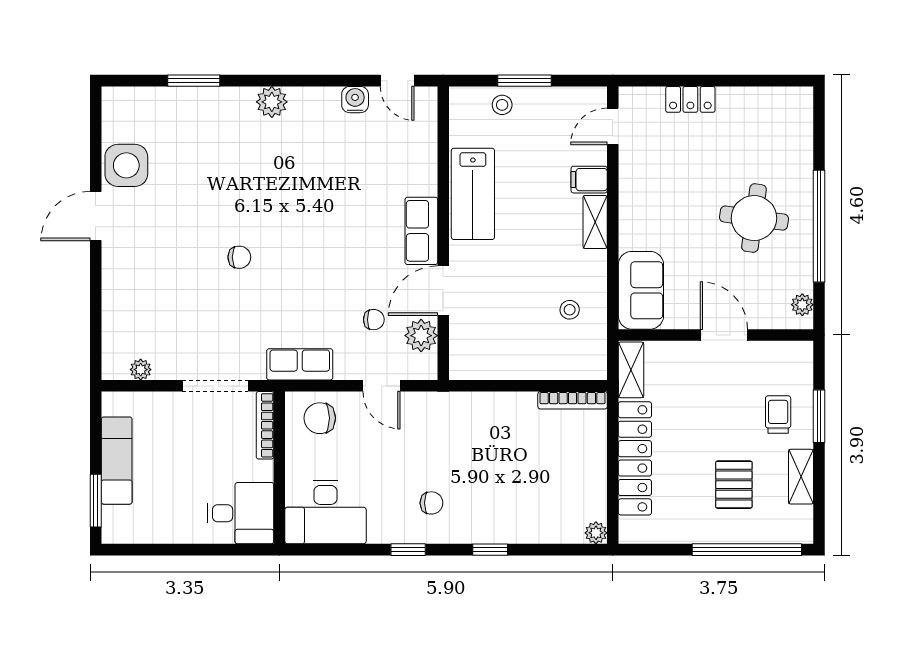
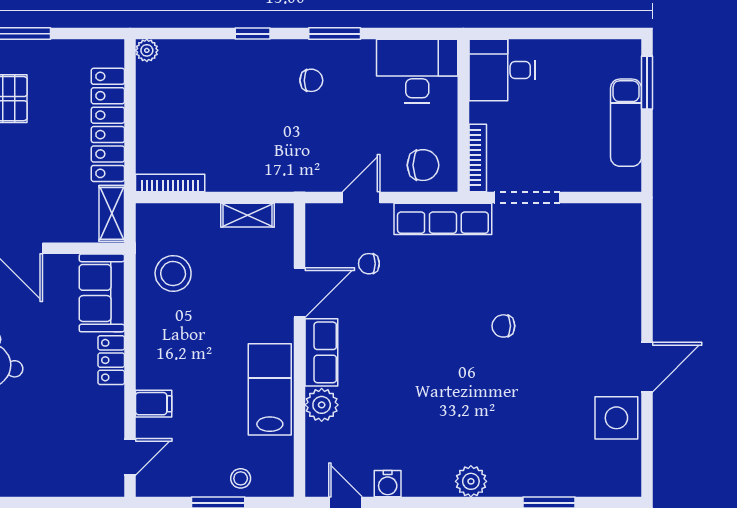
locker: (690, 99) -> (111, 360), moved, turned -90
shelving: (595, 222) -> (248, 215), moved, turned 90
stool: (570, 310) -> (173, 273), width x1.89, depth x1.89
plant: (421, 336) -> (322, 405), moved
row of seats: (300, 364) -> (443, 219), width x1.48
plant: (141, 370) -> (602, 214), removed
door: (382, 386) -> (361, 197), hinge flipped
chair: (431, 503) -> (311, 80), turned 180
window: (408, 550) -> (335, 34), width x1.50

